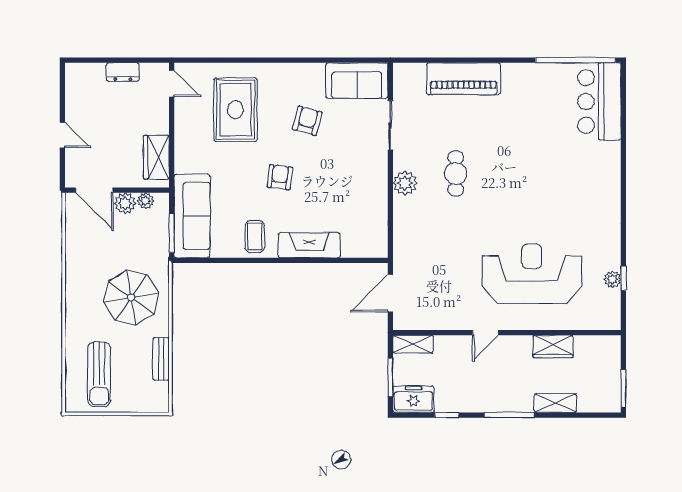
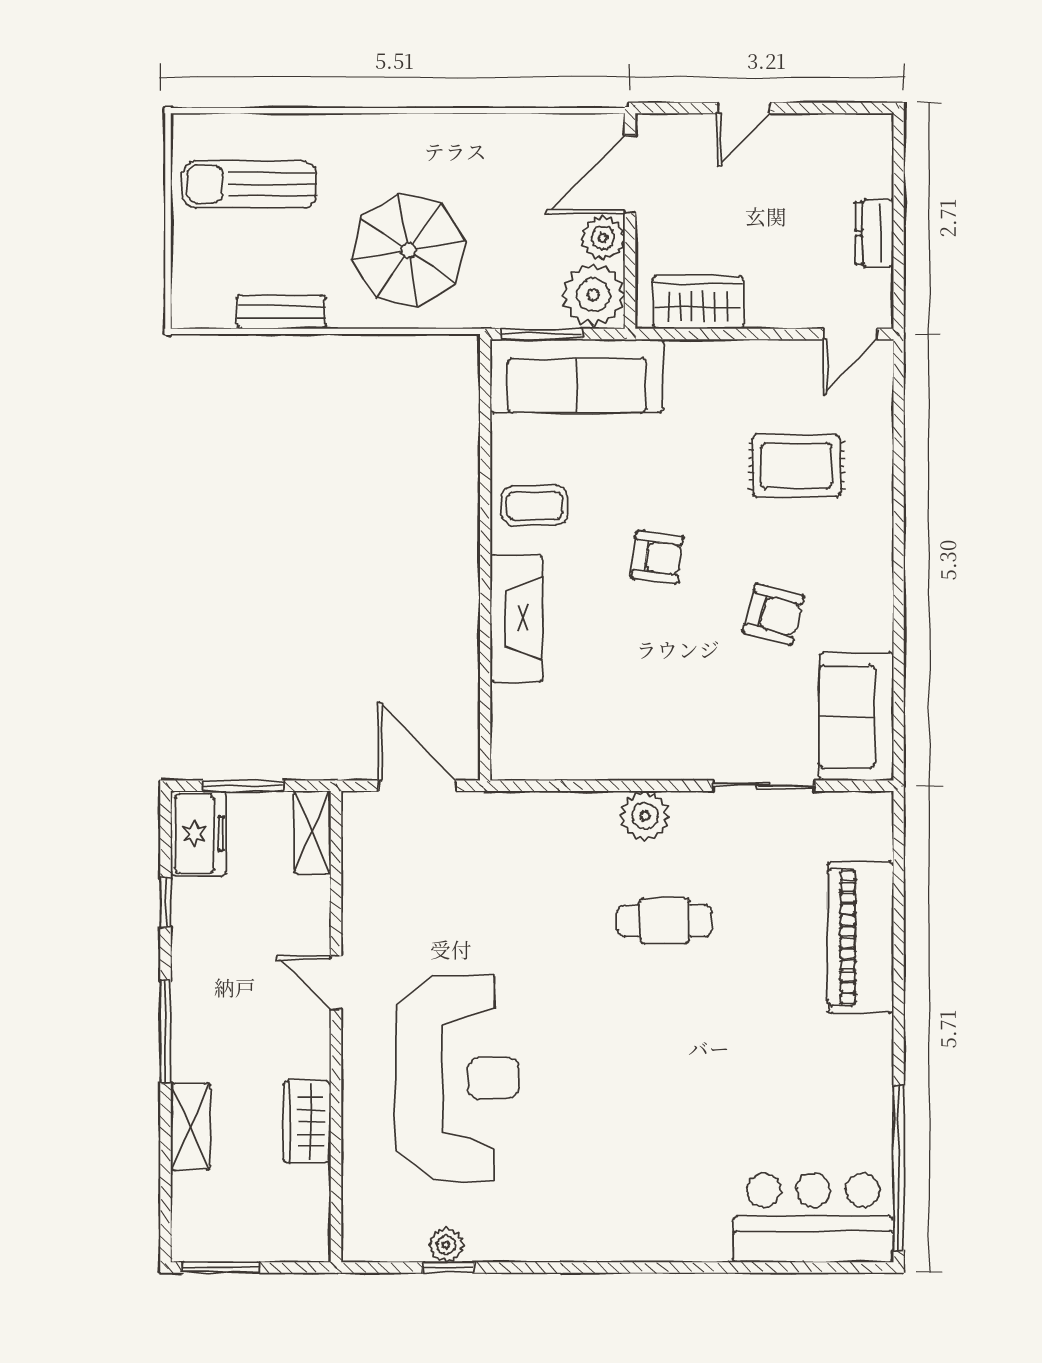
rug: (235, 110) -> (796, 466), width x0.73, depth x0.70
plant: (146, 201) -> (593, 295), width x1.88, depth x1.88

